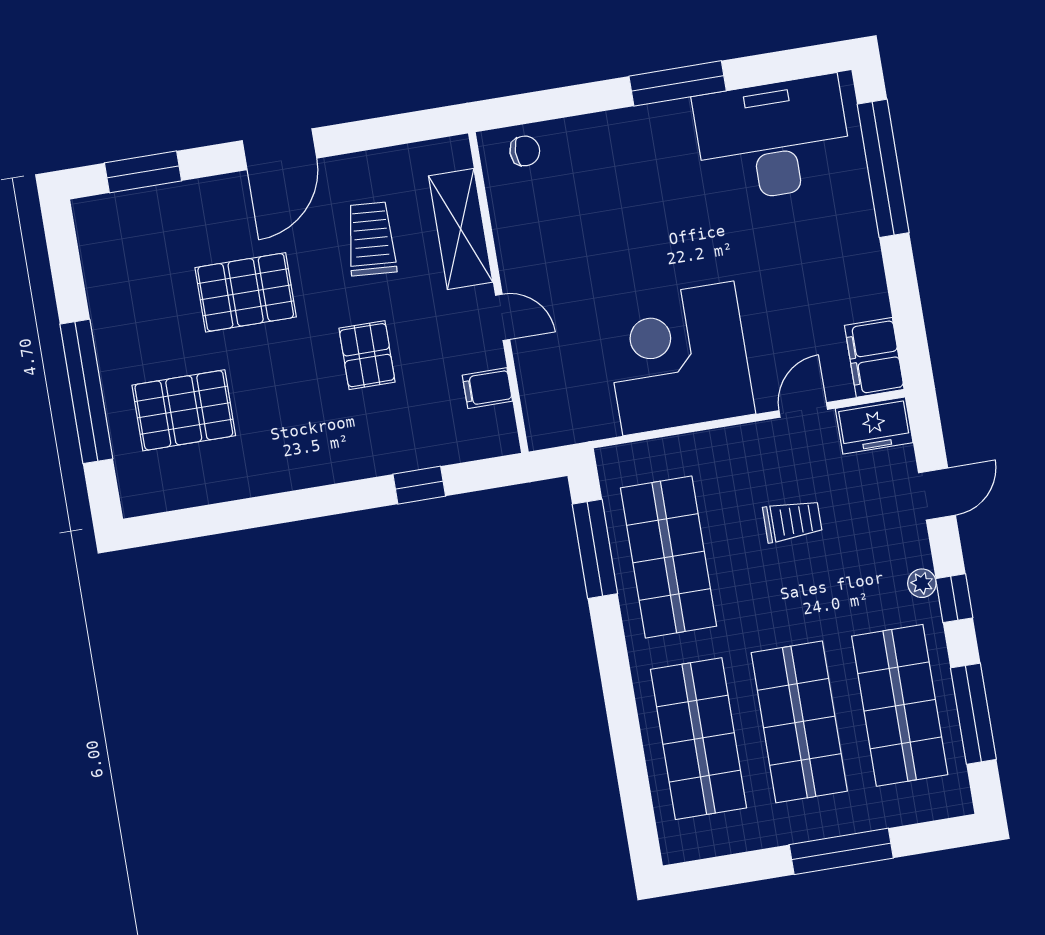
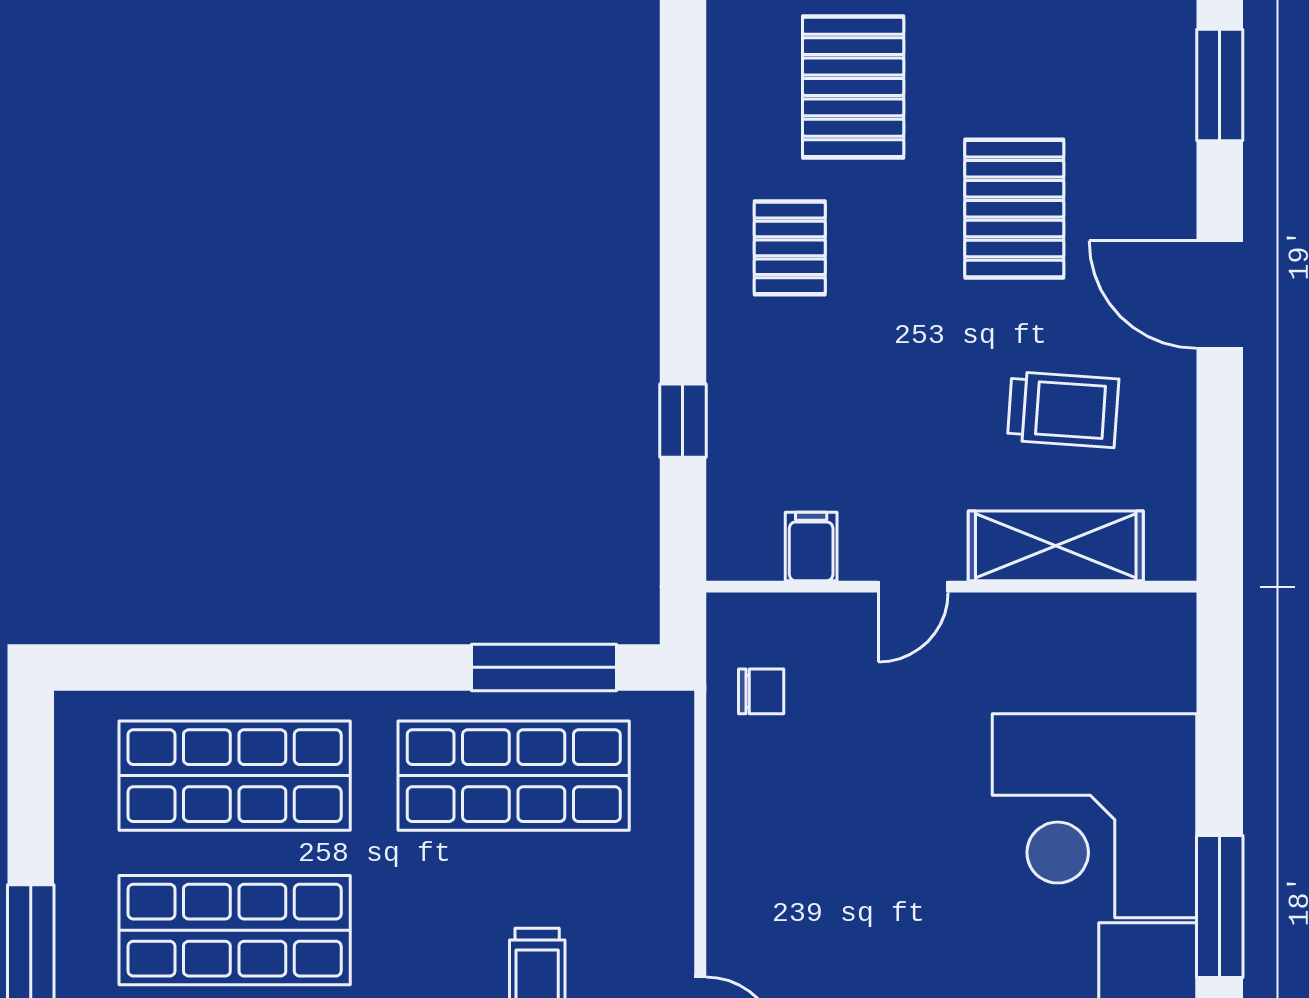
chair: (525, 151) -> (761, 691), moved, turned -90
pallet: (367, 355) -> (790, 248), moved, turned 90
corner desk: (678, 358) -> (1094, 816), moved, turned 180

